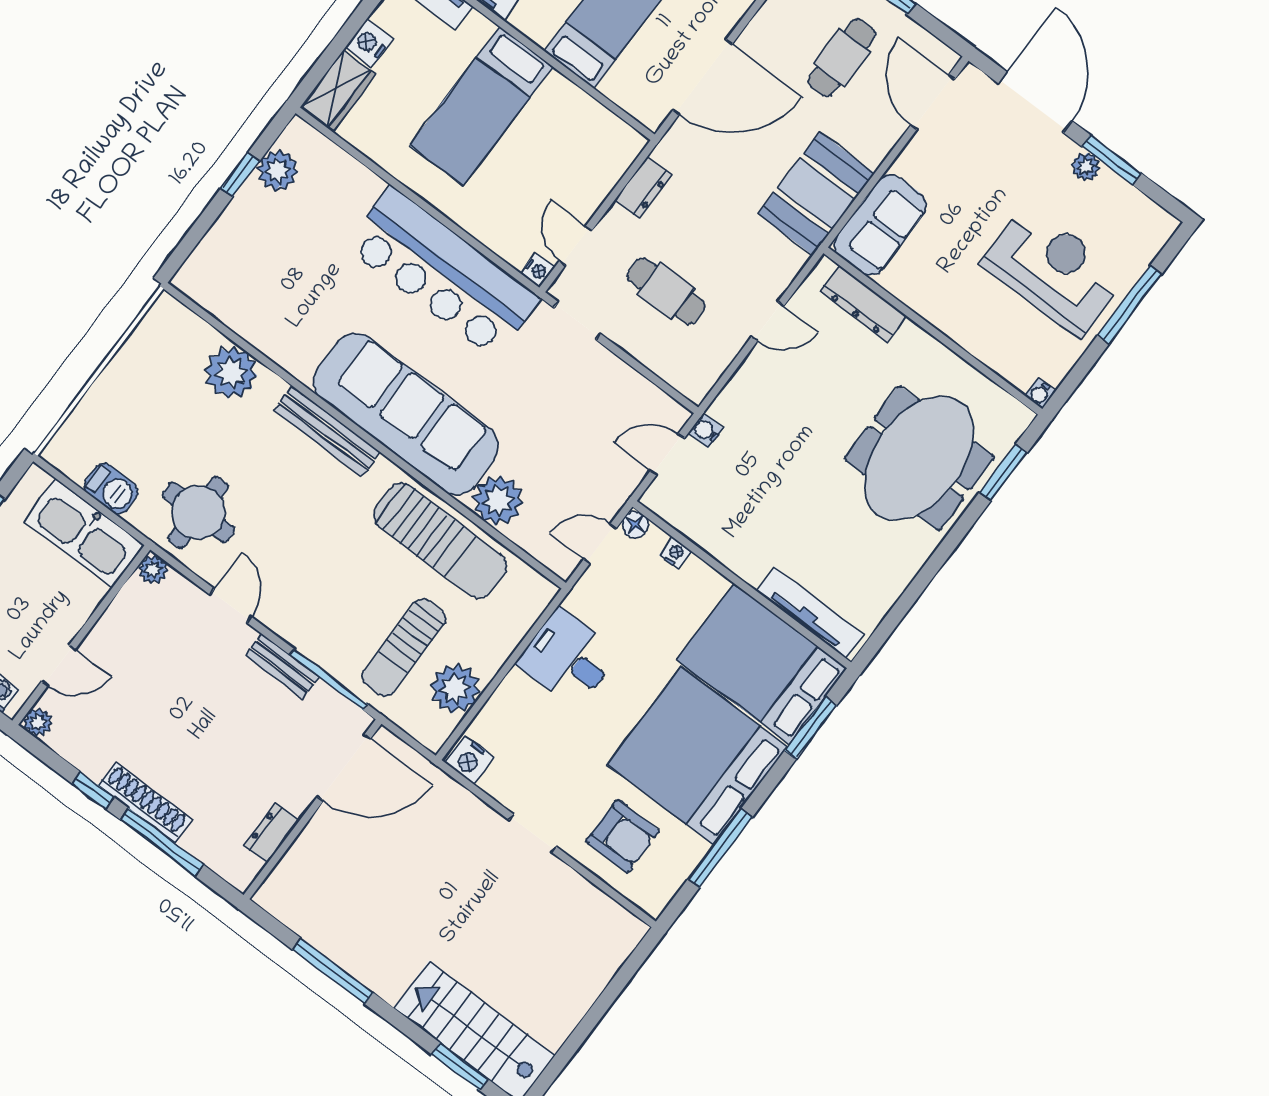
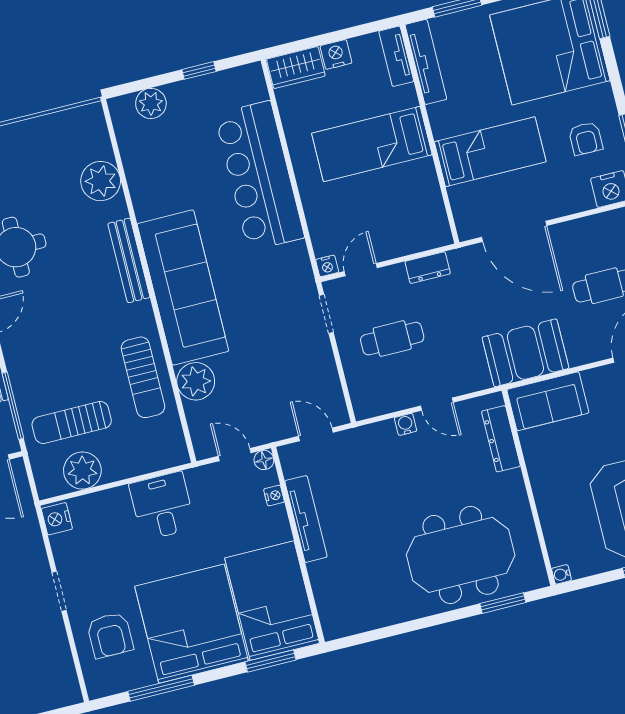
plant: (278, 170) -> (151, 103), moved
bar counter: (443, 272) -> (259, 176), moved
cafe table: (666, 291) -> (392, 339), turned 90
water cooler: (705, 431) -> (405, 424), moved
sun lounger: (440, 541) -> (143, 377), width x0.73, depth x0.75
tv unit: (810, 613) -> (306, 519), moved

